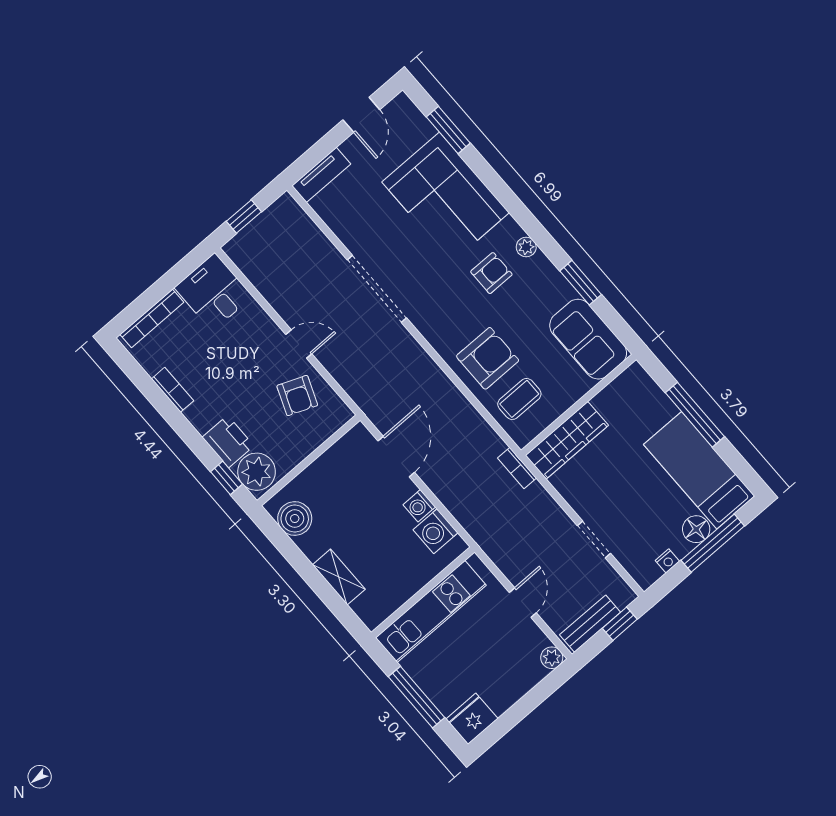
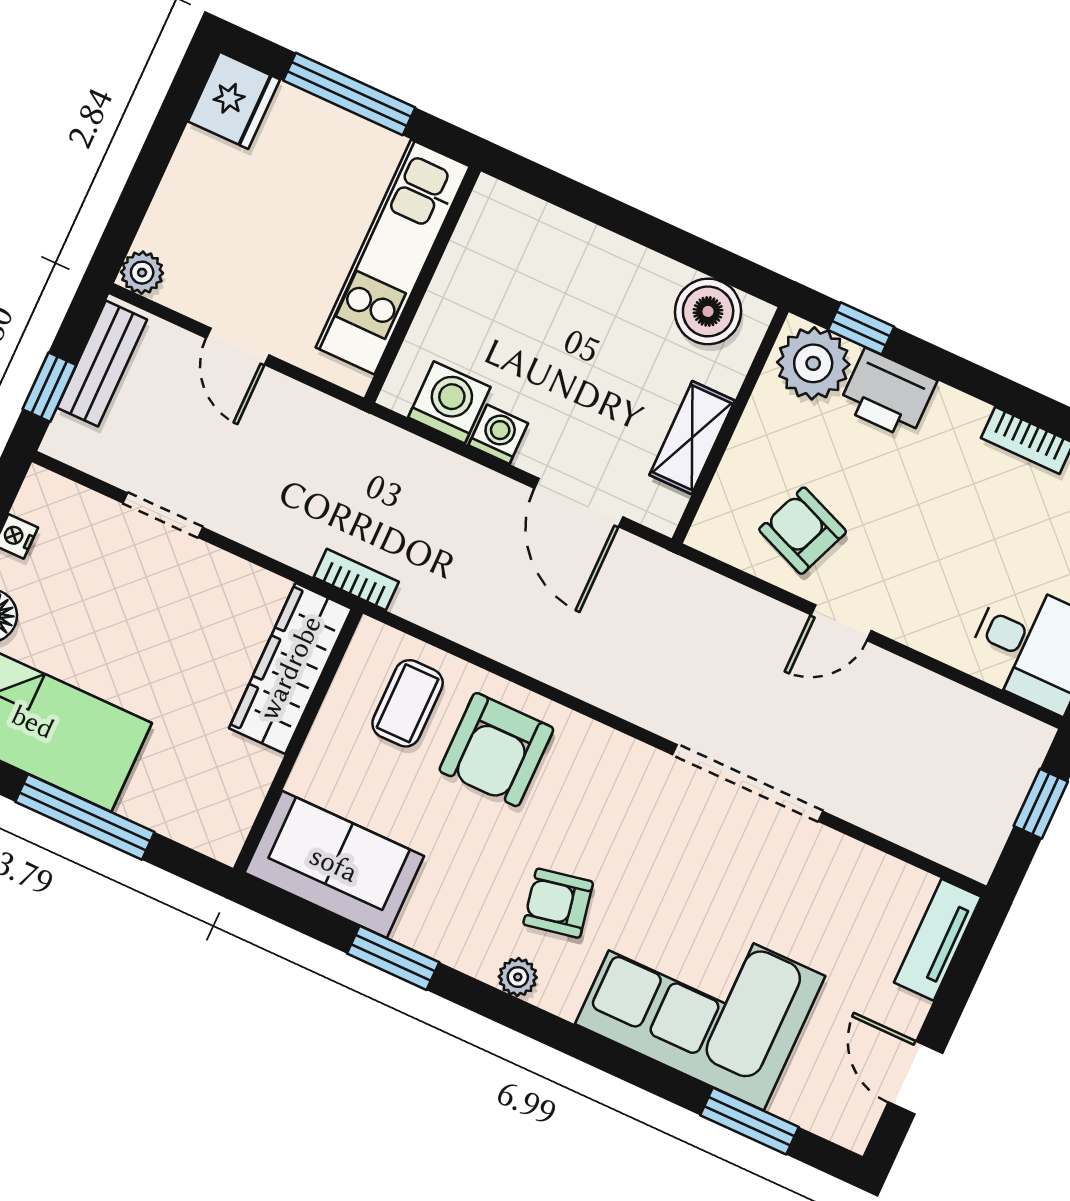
armchair: (491, 273) -> (558, 903), turned 79
shelving: (339, 577) -> (692, 438), moved, turned 90

